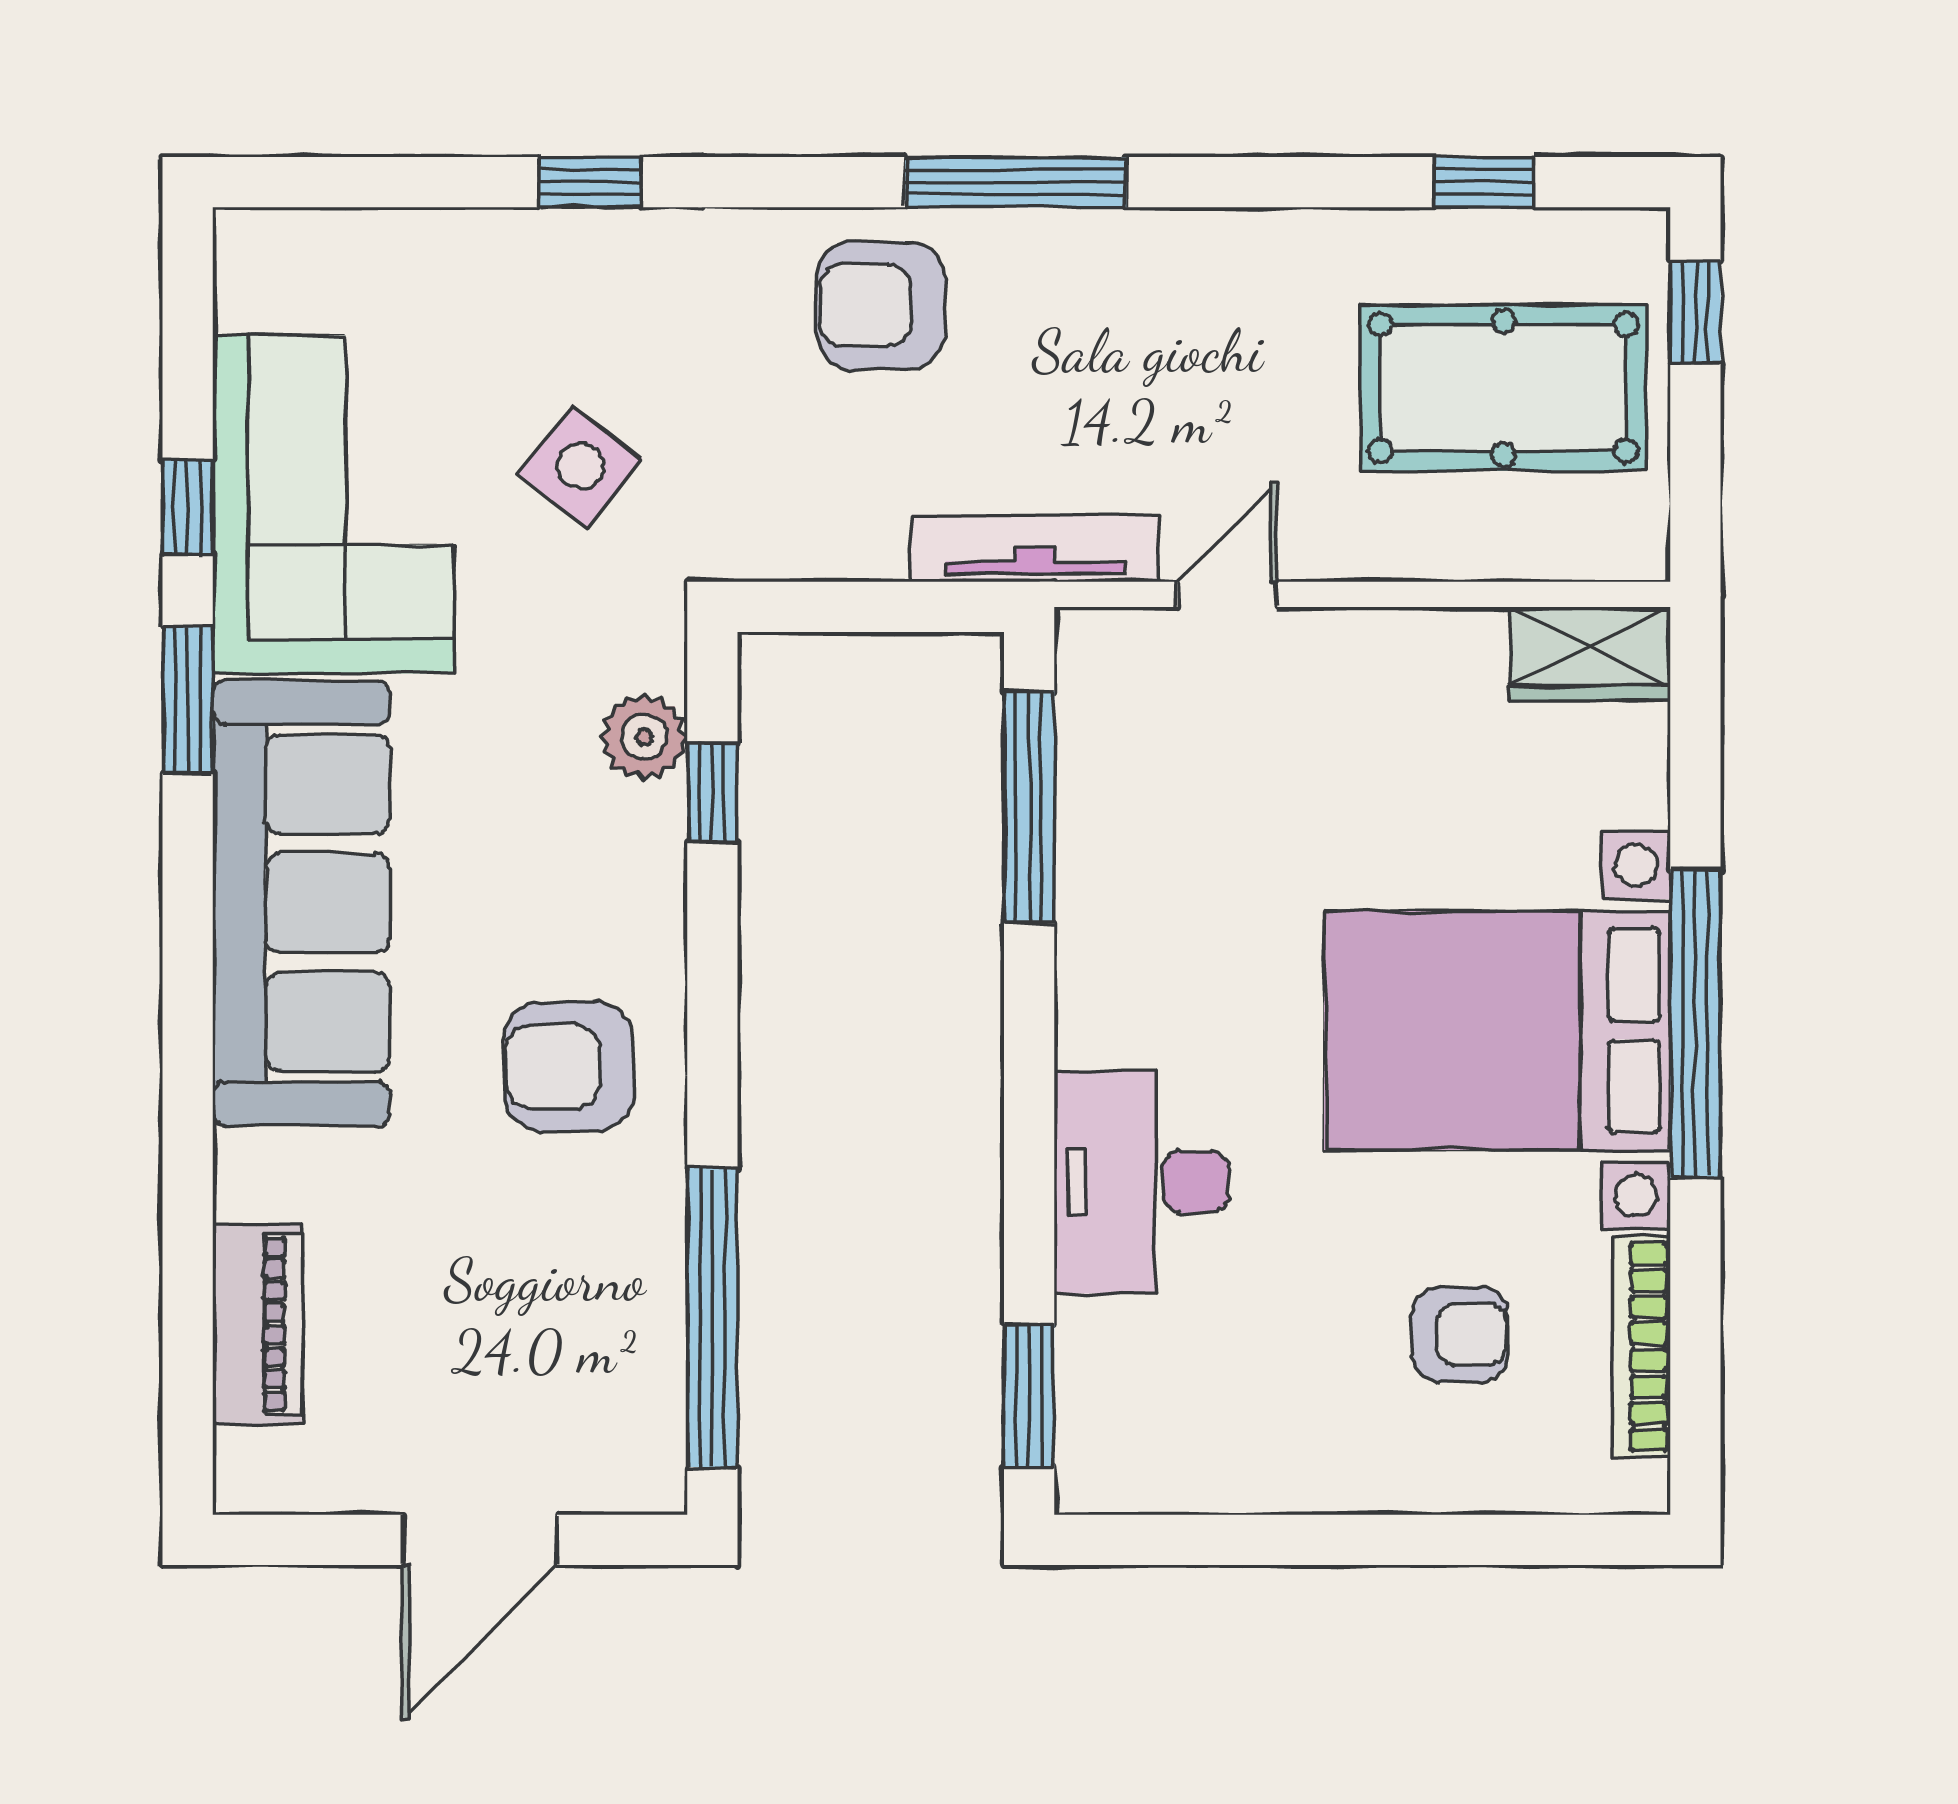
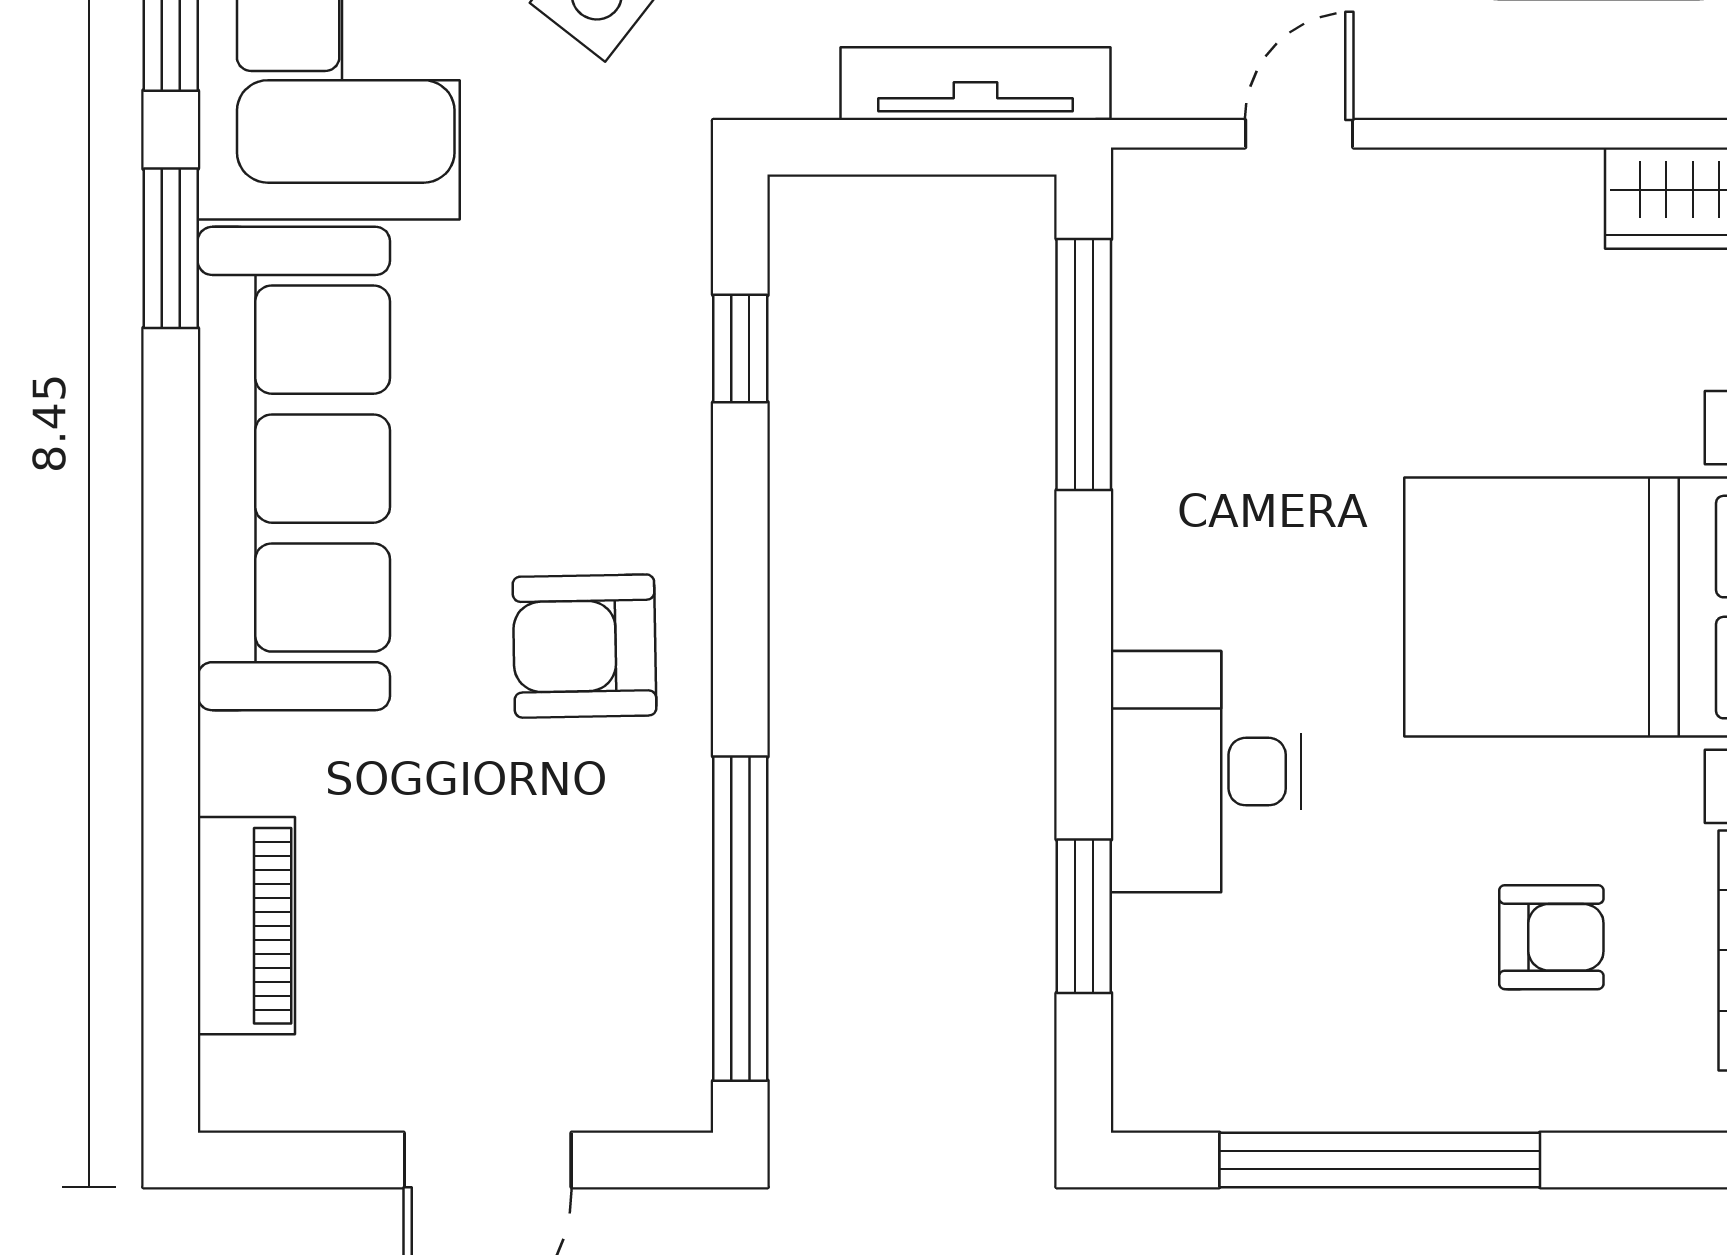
tv unit: (1035, 548) -> (975, 84), moved
plant: (644, 737) -> (666, 288), removed
window: (1029, 1395) -> (1084, 916), moved
window: (1302, 1540) -> (1380, 1160), added

